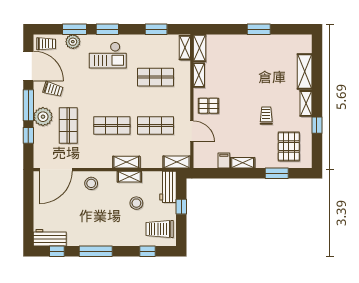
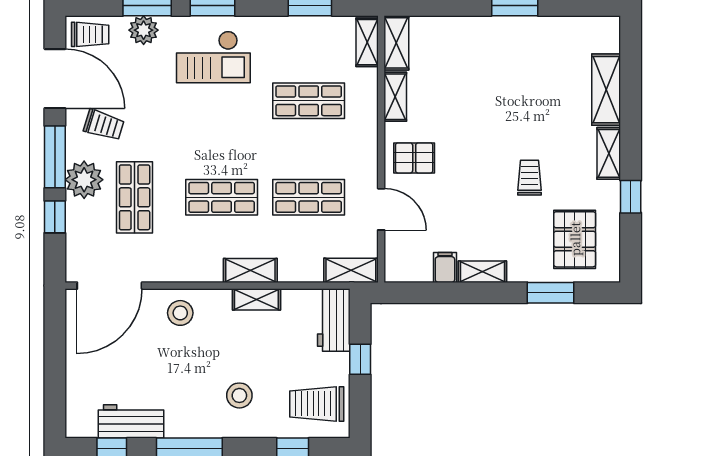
stool: (136, 203) -> (239, 395), moved
workbench: (50, 238) -> (131, 421), moved

